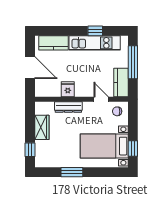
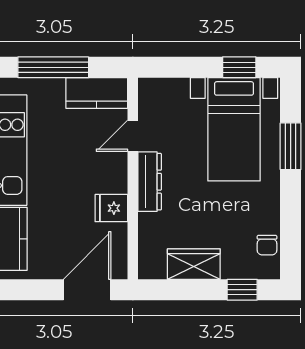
door: (30, 68) -> (87, 290), moved
dresser: (68, 107) -> (150, 182), moved
chair: (117, 111) -> (267, 245), moved
window: (72, 172) -> (291, 146), moved

